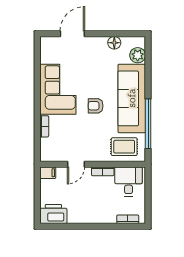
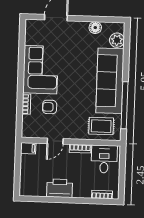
armchair: (96, 106) -> (50, 107), moved
printer: (53, 214) -> (60, 188), moved

